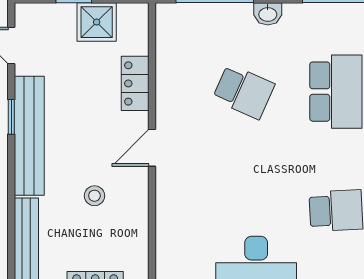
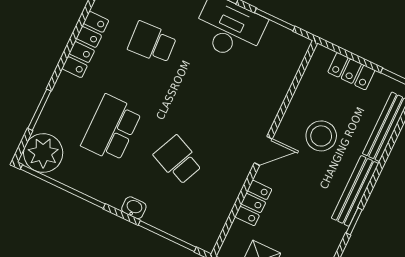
bench: (29, 136) -> (355, 191), width x0.73, depth x0.82
stool: (94, 196) -> (321, 136), width x1.89, depth x1.89

